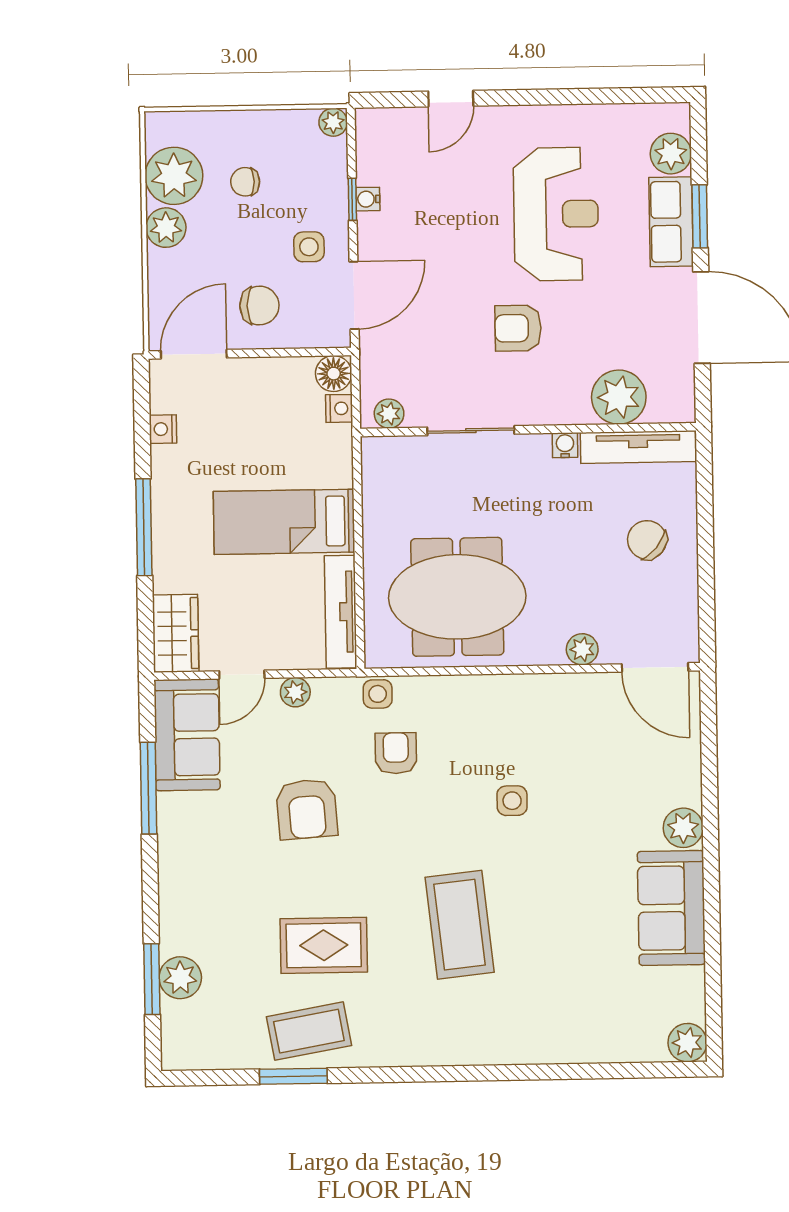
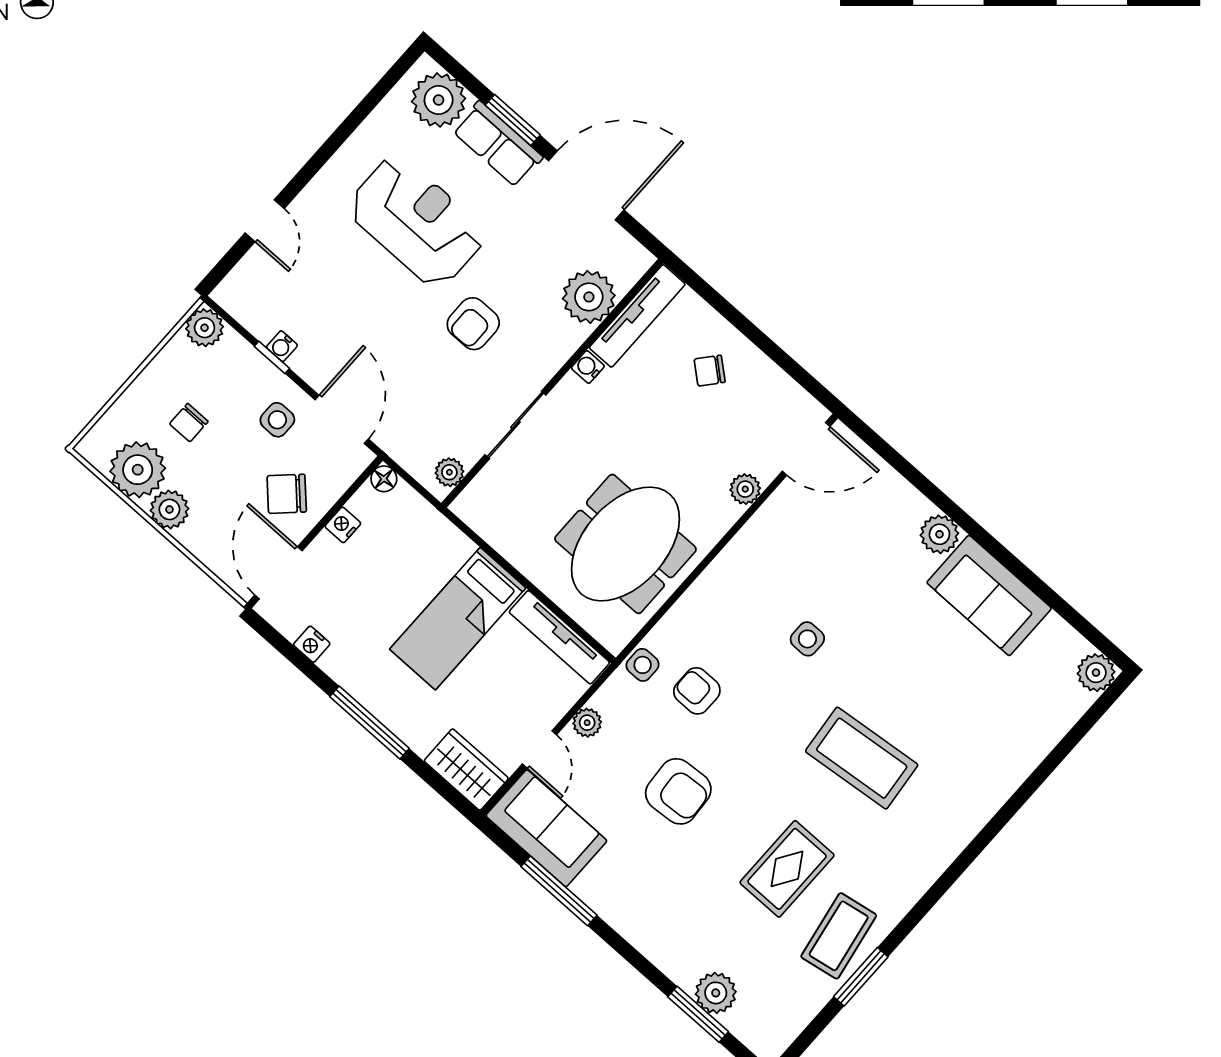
plant: (333, 122) -> (205, 328), width x1.38, depth x1.38
plant: (671, 154) -> (439, 100), width x1.36, depth x1.36
chair: (259, 305) -> (287, 494), turned -134
floor lamp: (334, 374) -> (384, 479), width x0.73, depth x0.73
nightstand: (339, 408) -> (343, 525), moved, turned -90
chair: (647, 540) -> (710, 371), width x0.73, depth x0.73

